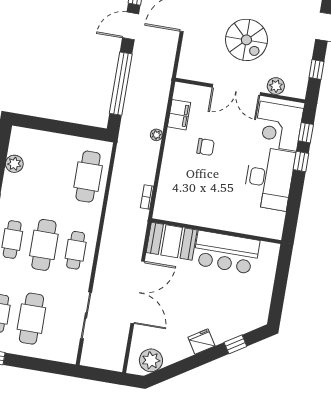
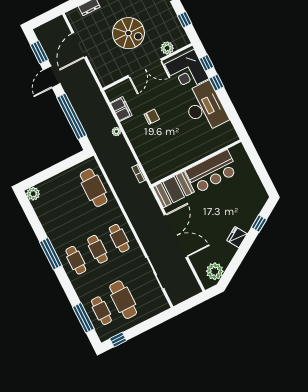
plant: (14, 164) -> (33, 194), moved
cafe table: (44, 245) -> (98, 249), width x0.73, depth x0.74

